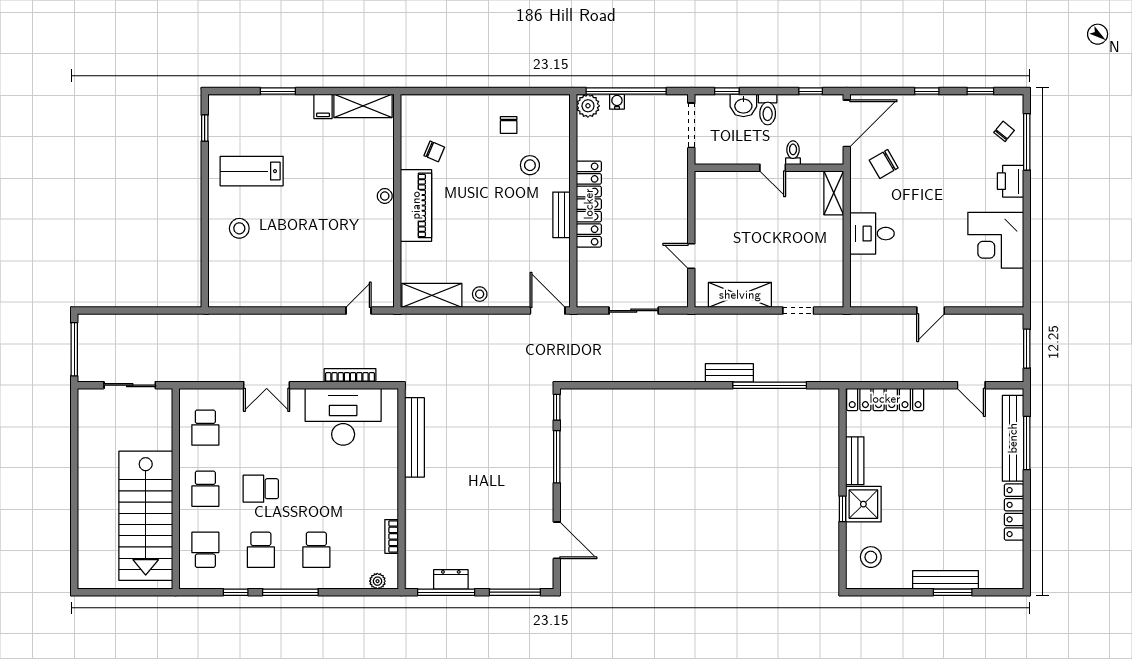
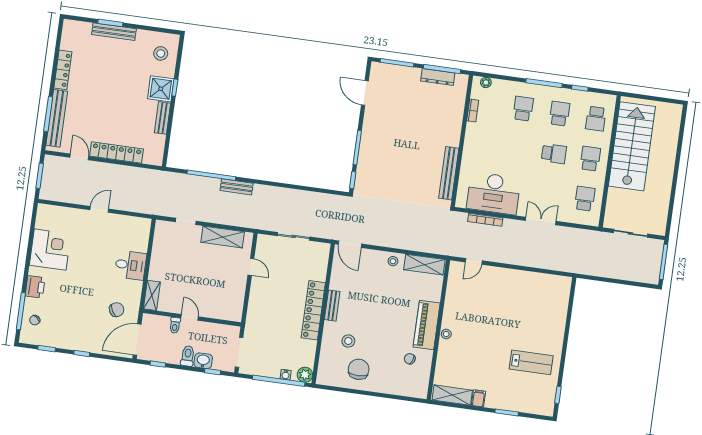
chair: (509, 125) -> (359, 369), width x1.87, depth x1.87
stool: (239, 228) -> (544, 326), removed
locker: (885, 399) -> (117, 153), moved
dresser: (451, 579) -> (438, 77), width x1.44

